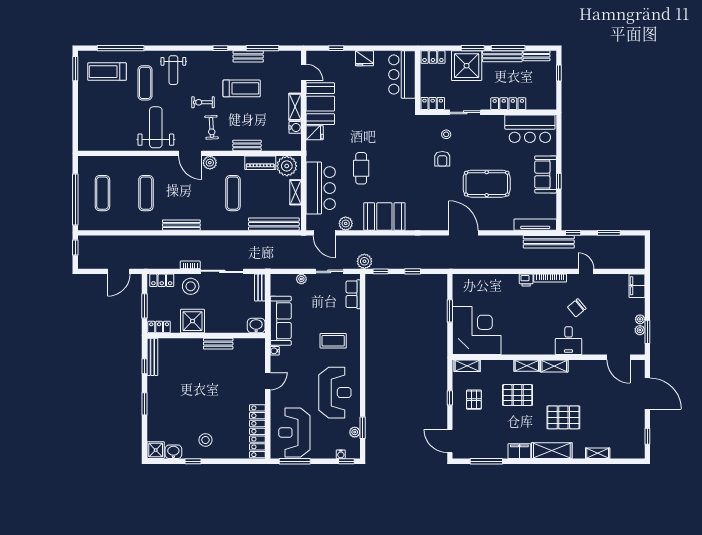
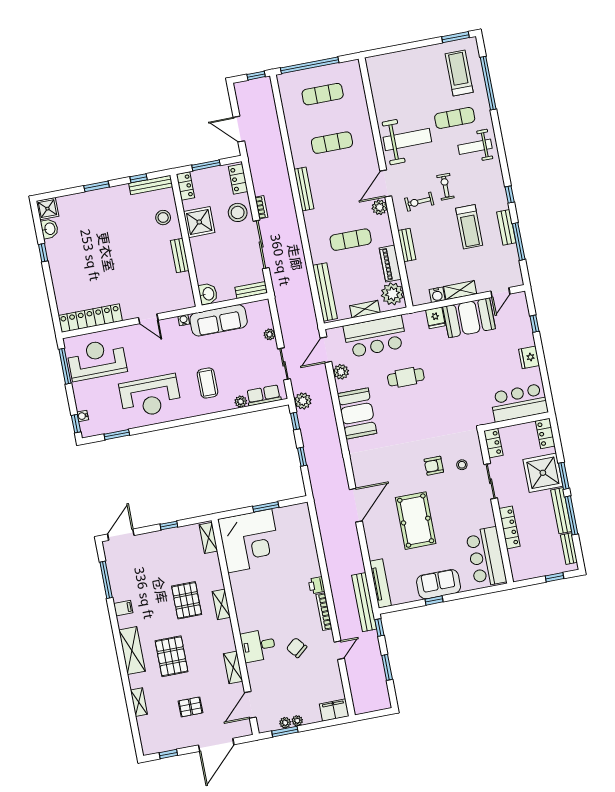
shelving: (554, 366) -> (233, 667), moved
pallet: (474, 400) -> (190, 707), moved
plant: (355, 432) -> (241, 402), moved
stool: (205, 440) -> (163, 218), moved
filing cabinet: (519, 451) -> (123, 608), width x0.50

